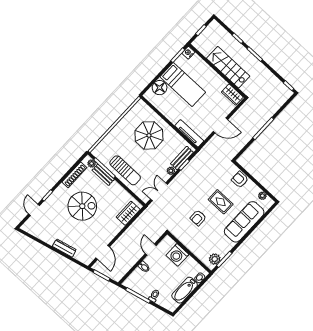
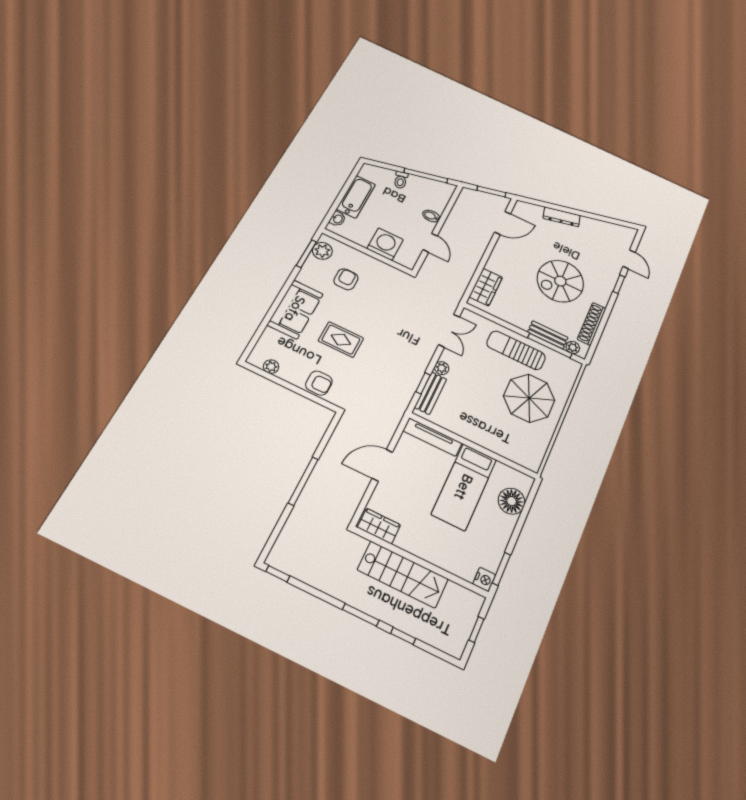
bed: (183, 85) -> (464, 487), moved, turned -90
parasol: (149, 135) -> (529, 398), moved
armchair: (198, 218) -> (346, 279), moved
sofa: (244, 222) -> (295, 309), width x0.73
door: (103, 252) -> (503, 223), swing flipped

